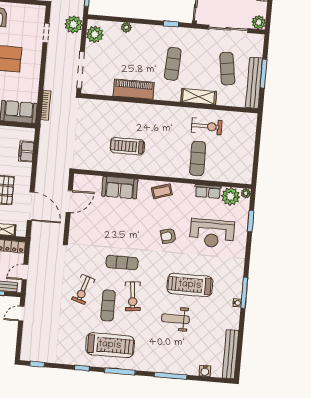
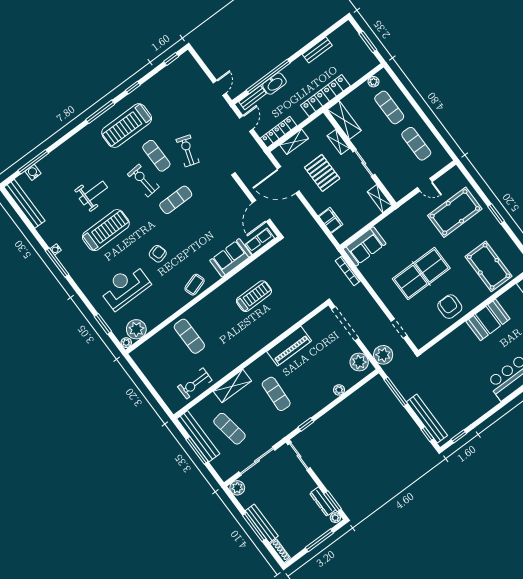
exercise bike: (207, 126) -> (195, 383), moved
row of seats: (208, 191) -> (260, 241), moved
window: (171, 376) -> (33, 162), moved

